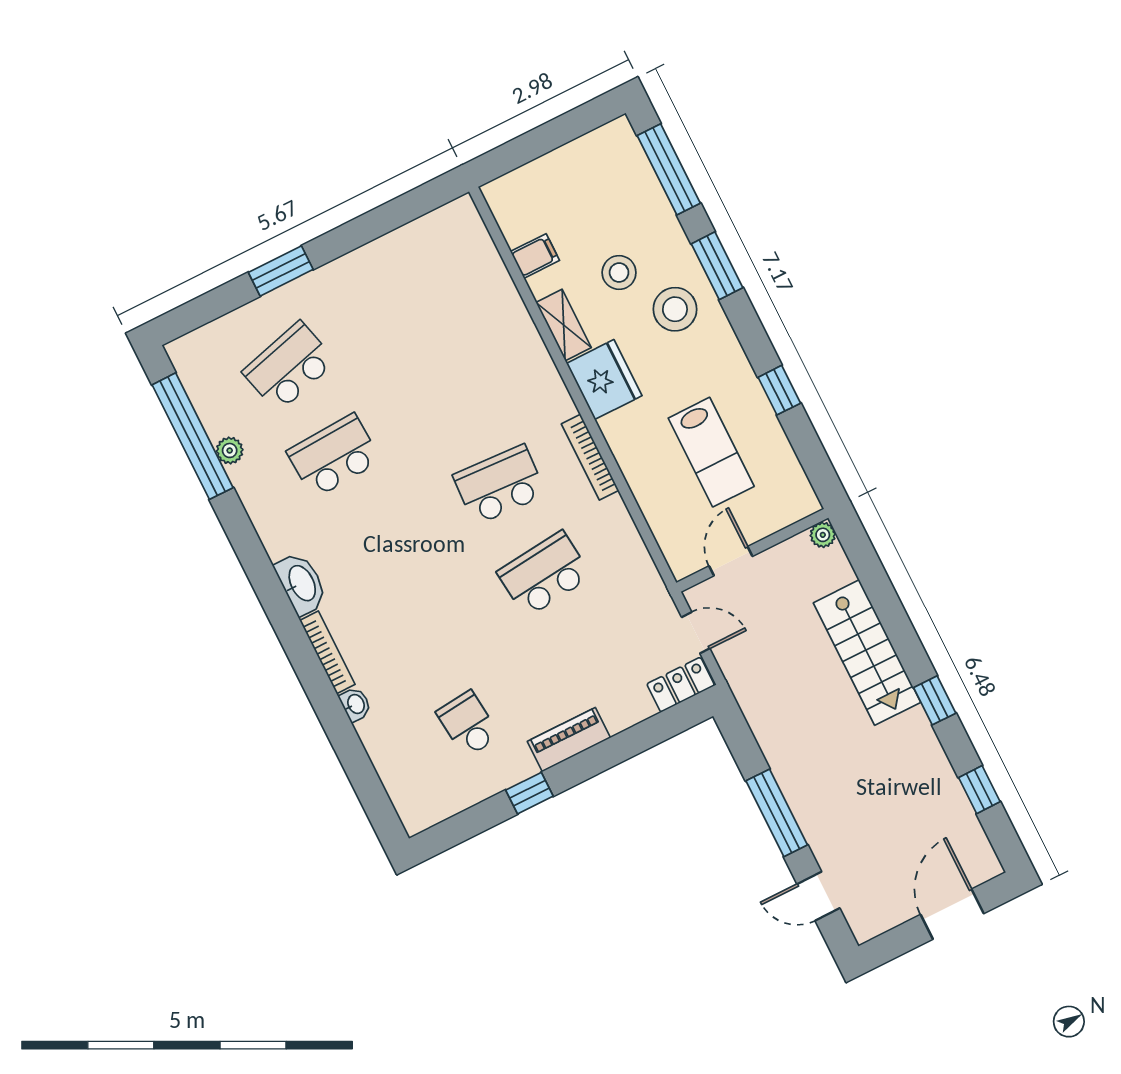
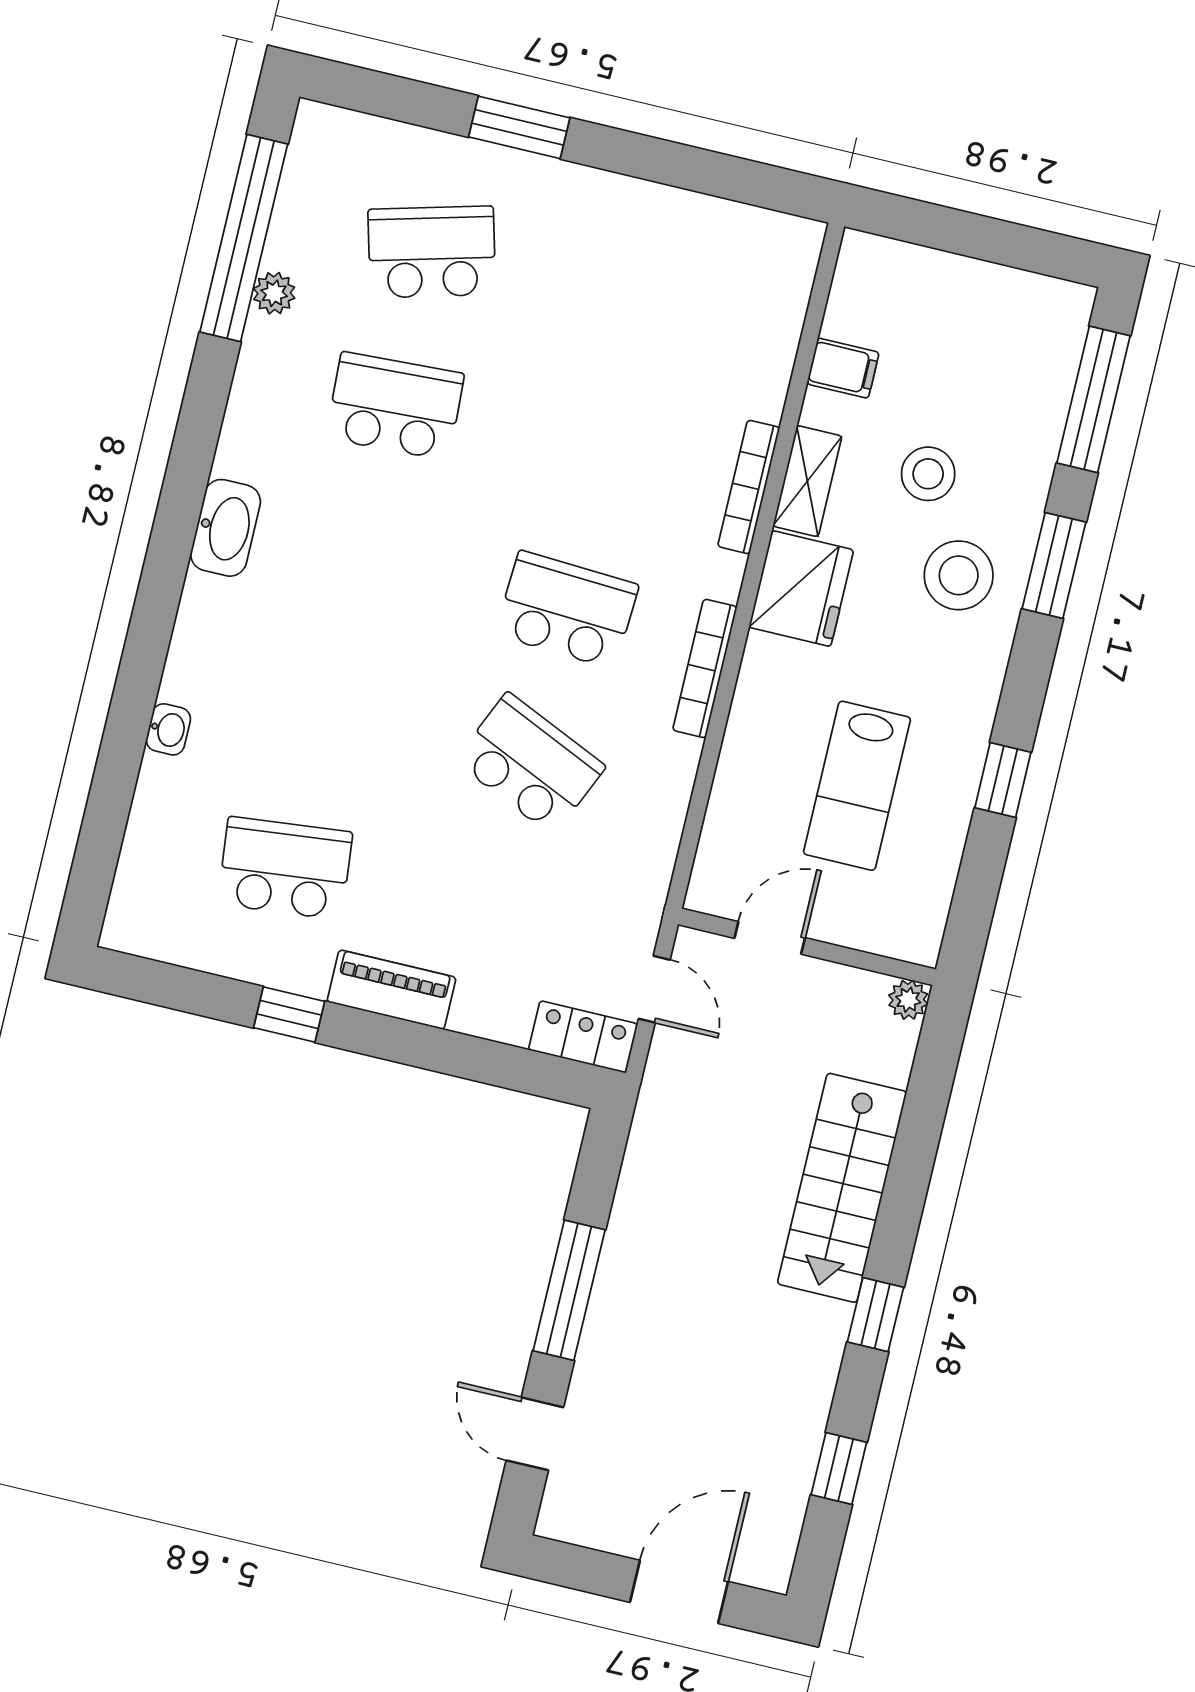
school desk: (544, 574) -> (530, 764), turned 30
bookcase: (327, 652) -> (749, 487), moved, turned 180
school desk: (468, 724) -> (285, 868), width x1.85

